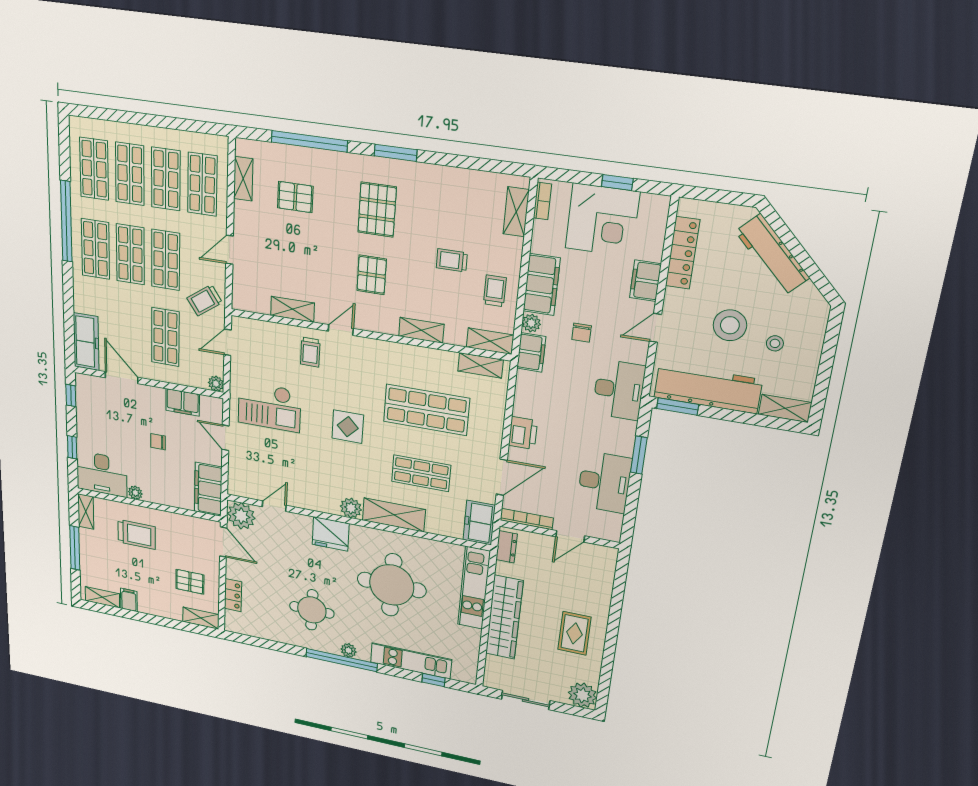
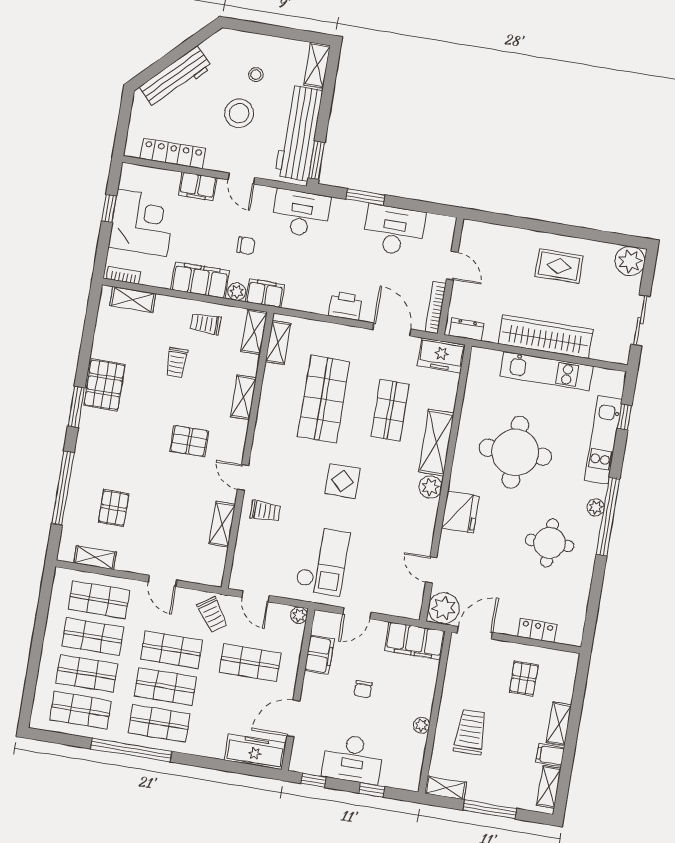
pallet: (377, 210) -> (104, 385), moved, turned 90
desk: (102, 474) -> (353, 759), moved, turned 90
kitchen unit: (474, 588) -> (547, 371), moved
shelving: (201, 618) -> (559, 724), moved

